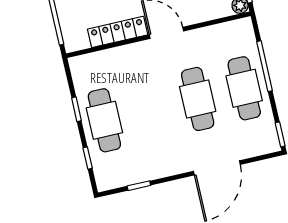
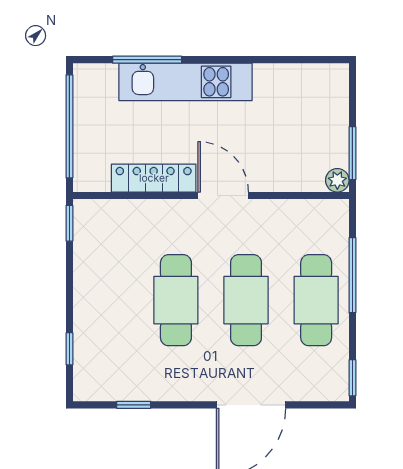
window: (76, 109) -> (69, 223), moved
cafe table: (104, 120) -> (176, 300), moved

